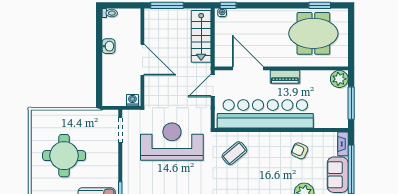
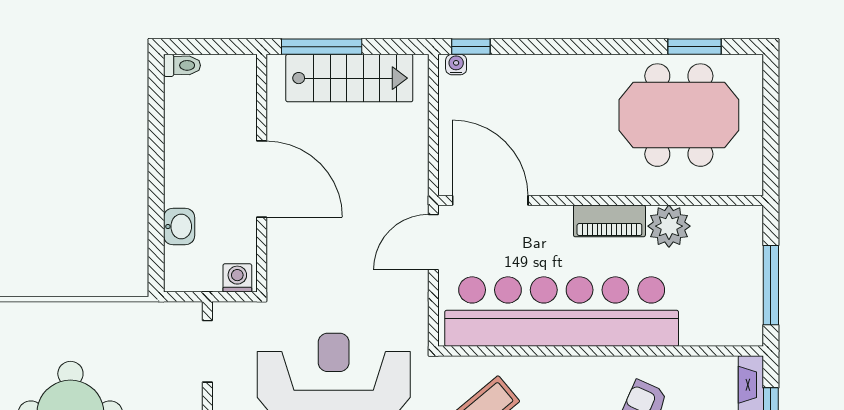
stairs: (201, 36) -> (349, 78), moved, turned -90
washbasin: (109, 46) -> (179, 227), moved
door: (248, 68) -> (490, 200), moved
plant: (339, 79) -> (669, 226), moved

